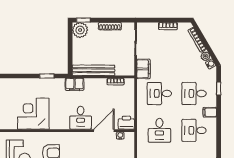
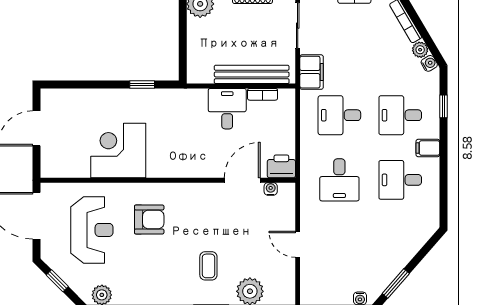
bench: (93, 70) -> (252, 74), moved
filing cabinet: (75, 84) -> (191, 99), removed
desk: (81, 118) -> (227, 109), moved, turned 180

